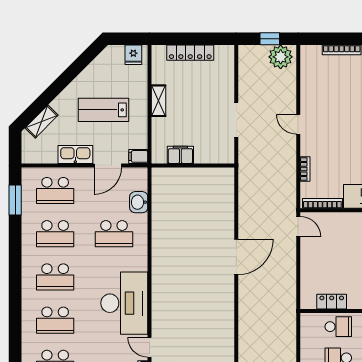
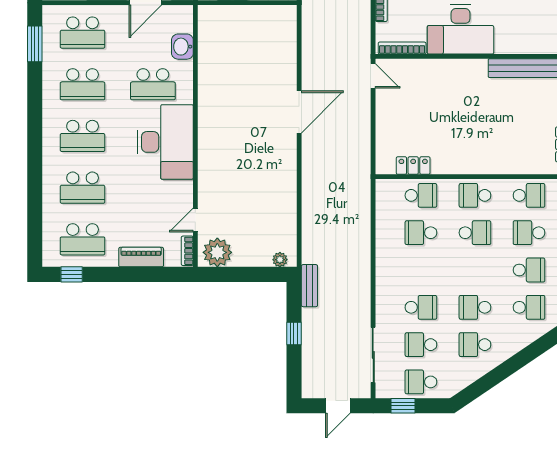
desk: (124, 303) -> (165, 142), moved
door: (150, 347) -> (195, 220), hinge flipped

